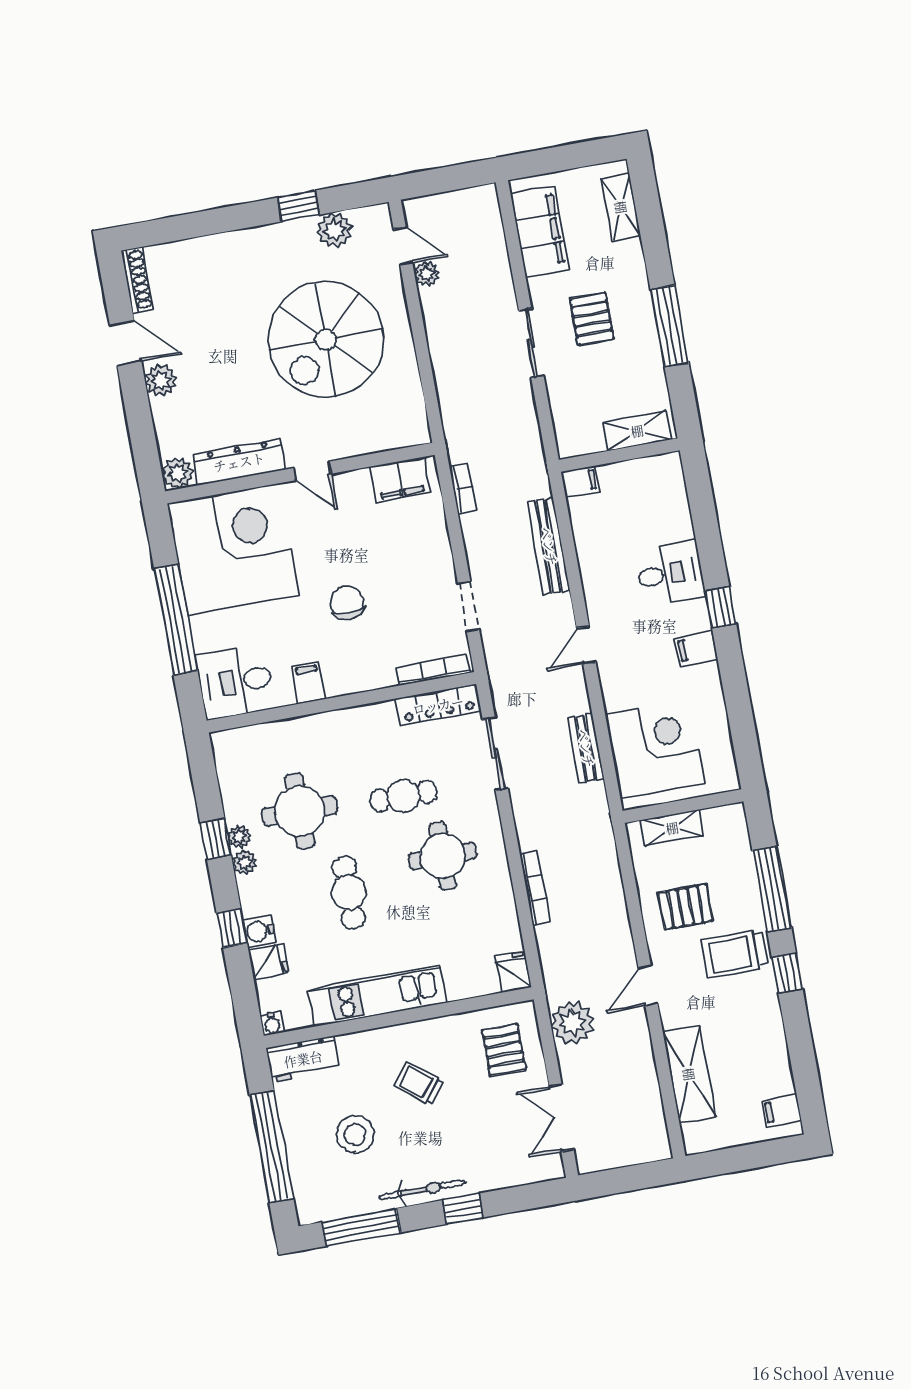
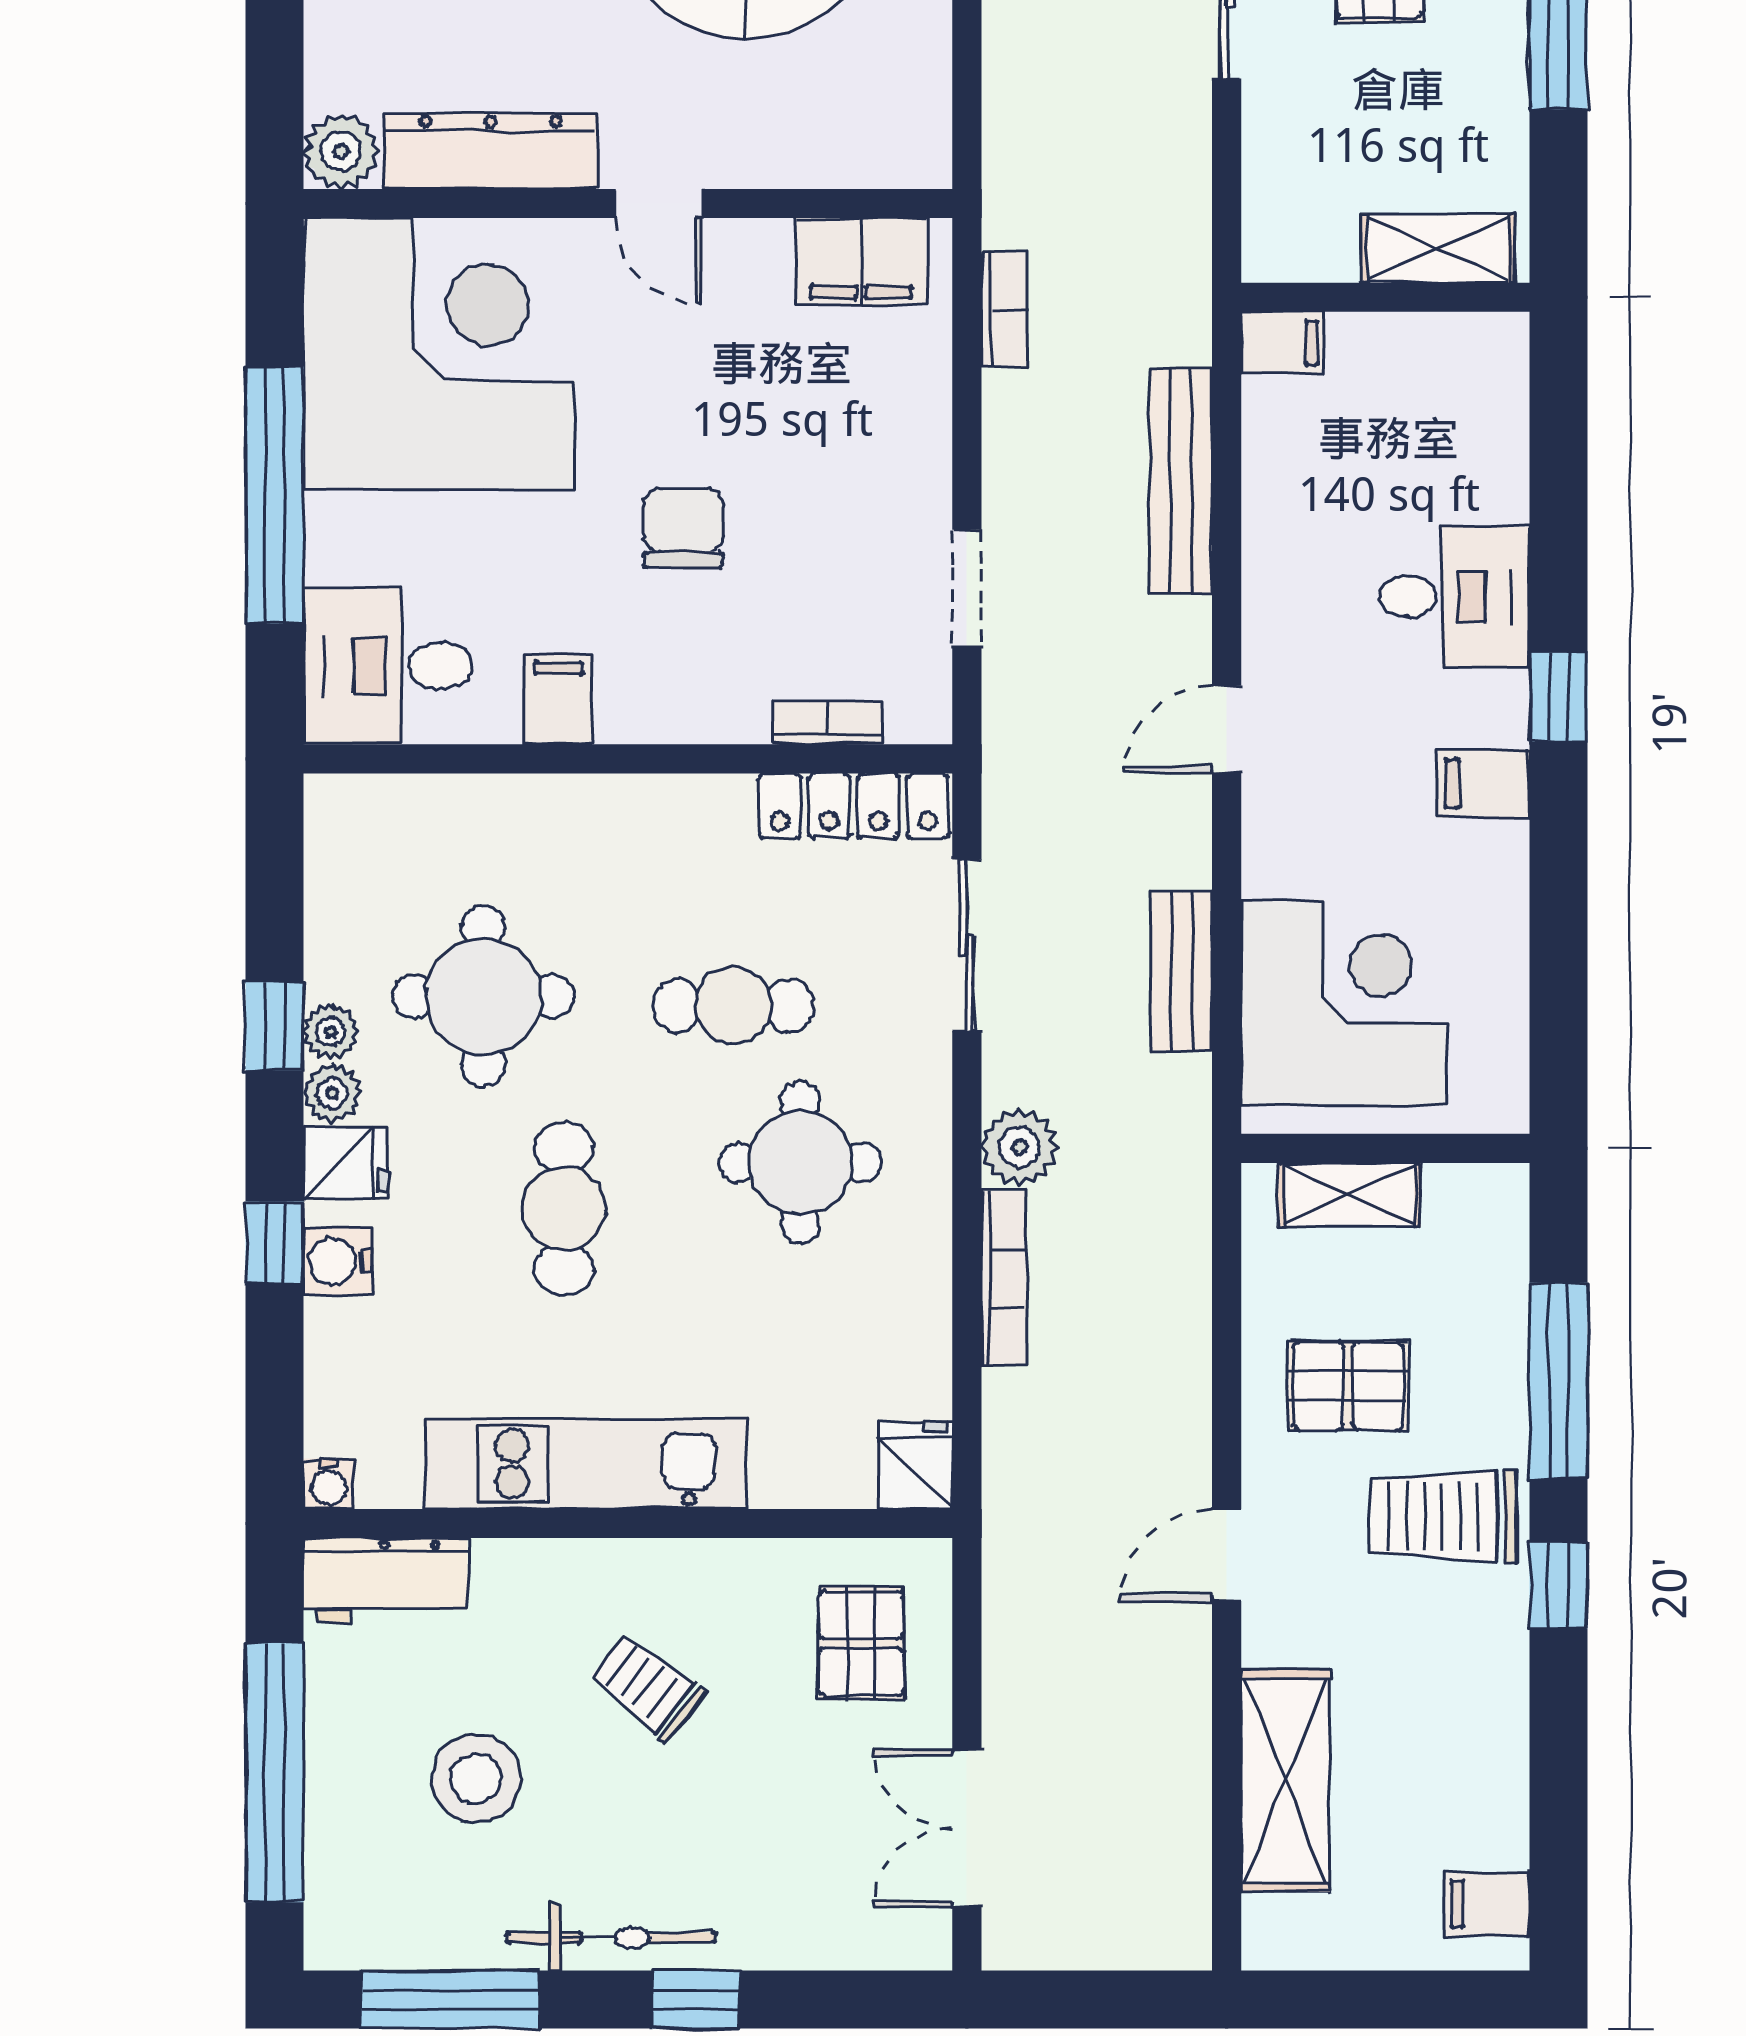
bookcase: (434, 670) -> (827, 723), width x0.64
fridge: (268, 962) -> (346, 1163), moved
plant: (572, 1023) -> (1019, 1147), moved, width x0.73, depth x0.73

